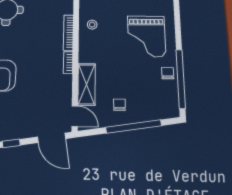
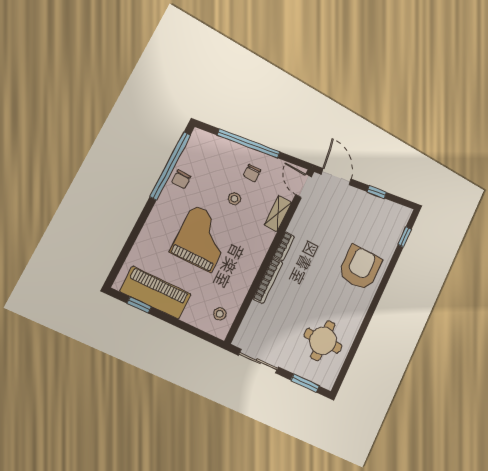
stool: (92, 25) -> (234, 199), moved
grand piano: (147, 36) -> (202, 238), moved
shelving: (87, 84) -> (278, 214), width x0.67, depth x0.75

